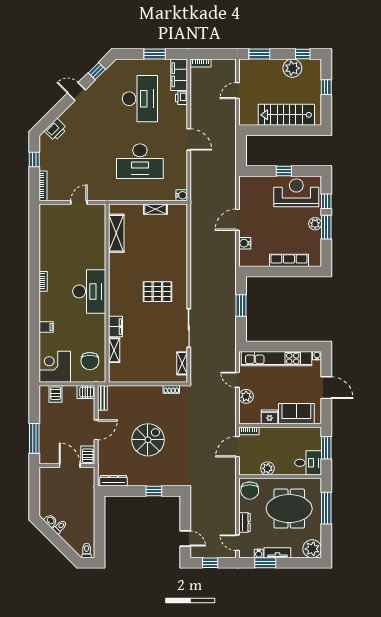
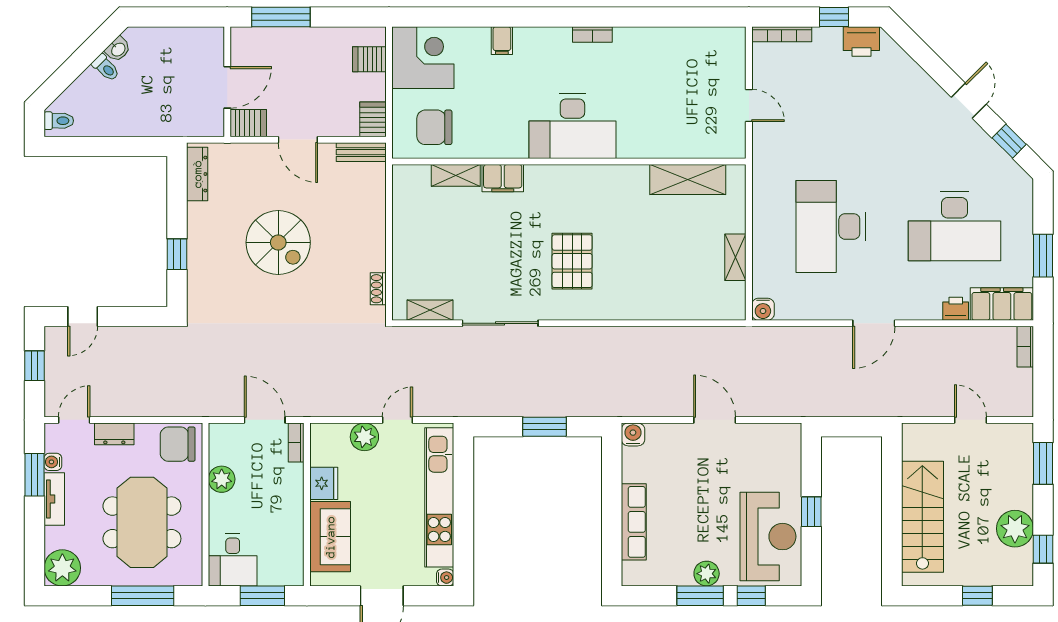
printer: (56, 130) -> (861, 42), moved, turned -45
water cooler: (245, 243) -> (633, 434), moved

